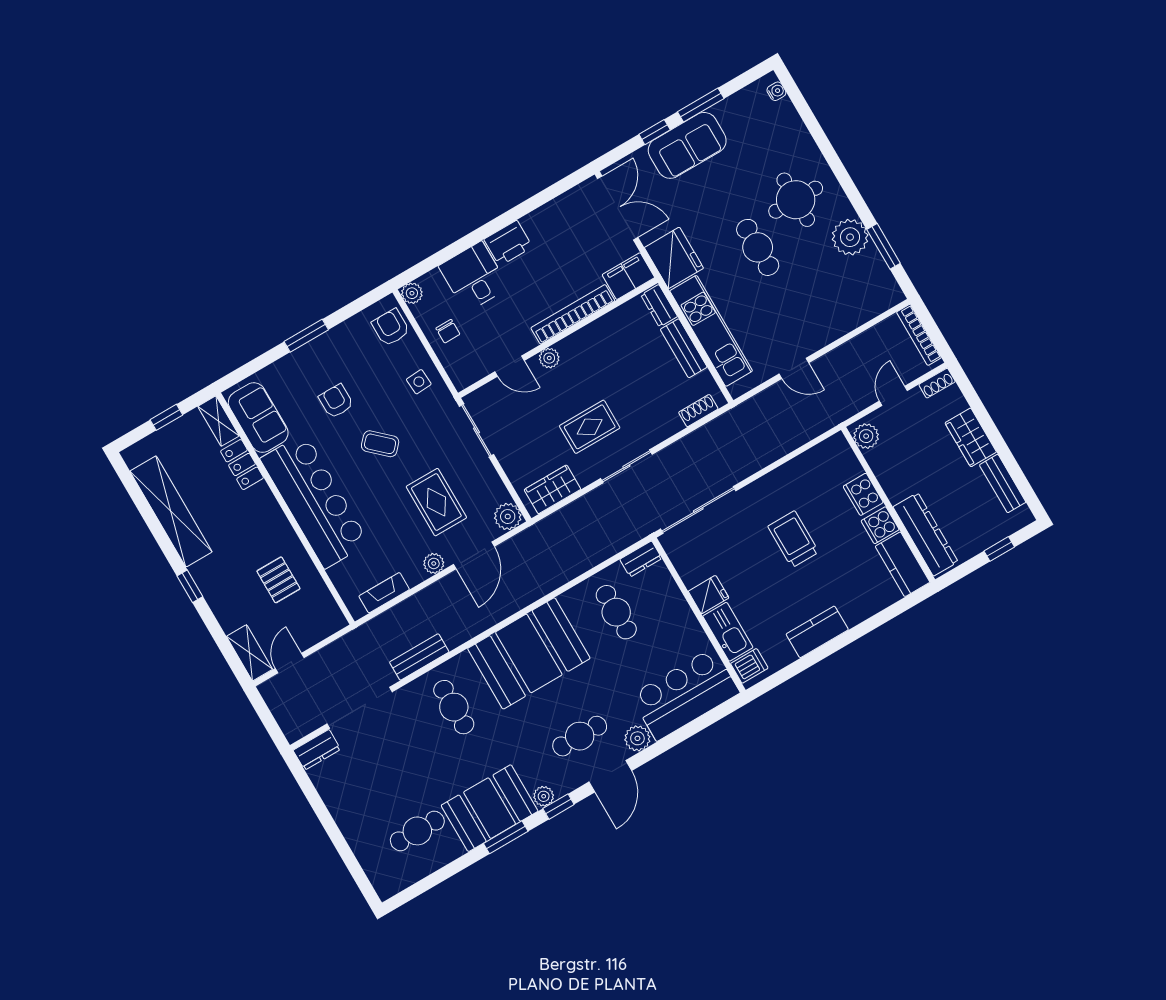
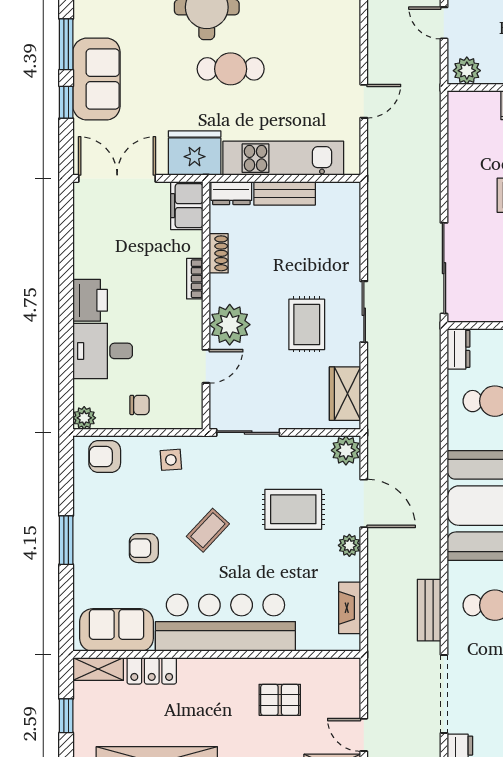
bookcase: (573, 314) -> (195, 279), width x0.43, depth x0.76
plant: (549, 358) -> (230, 325), width x1.88, depth x1.88
shoe rack: (698, 411) -> (219, 253), moved, turned 180

